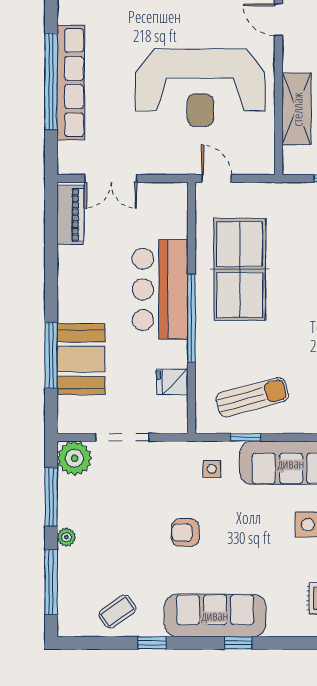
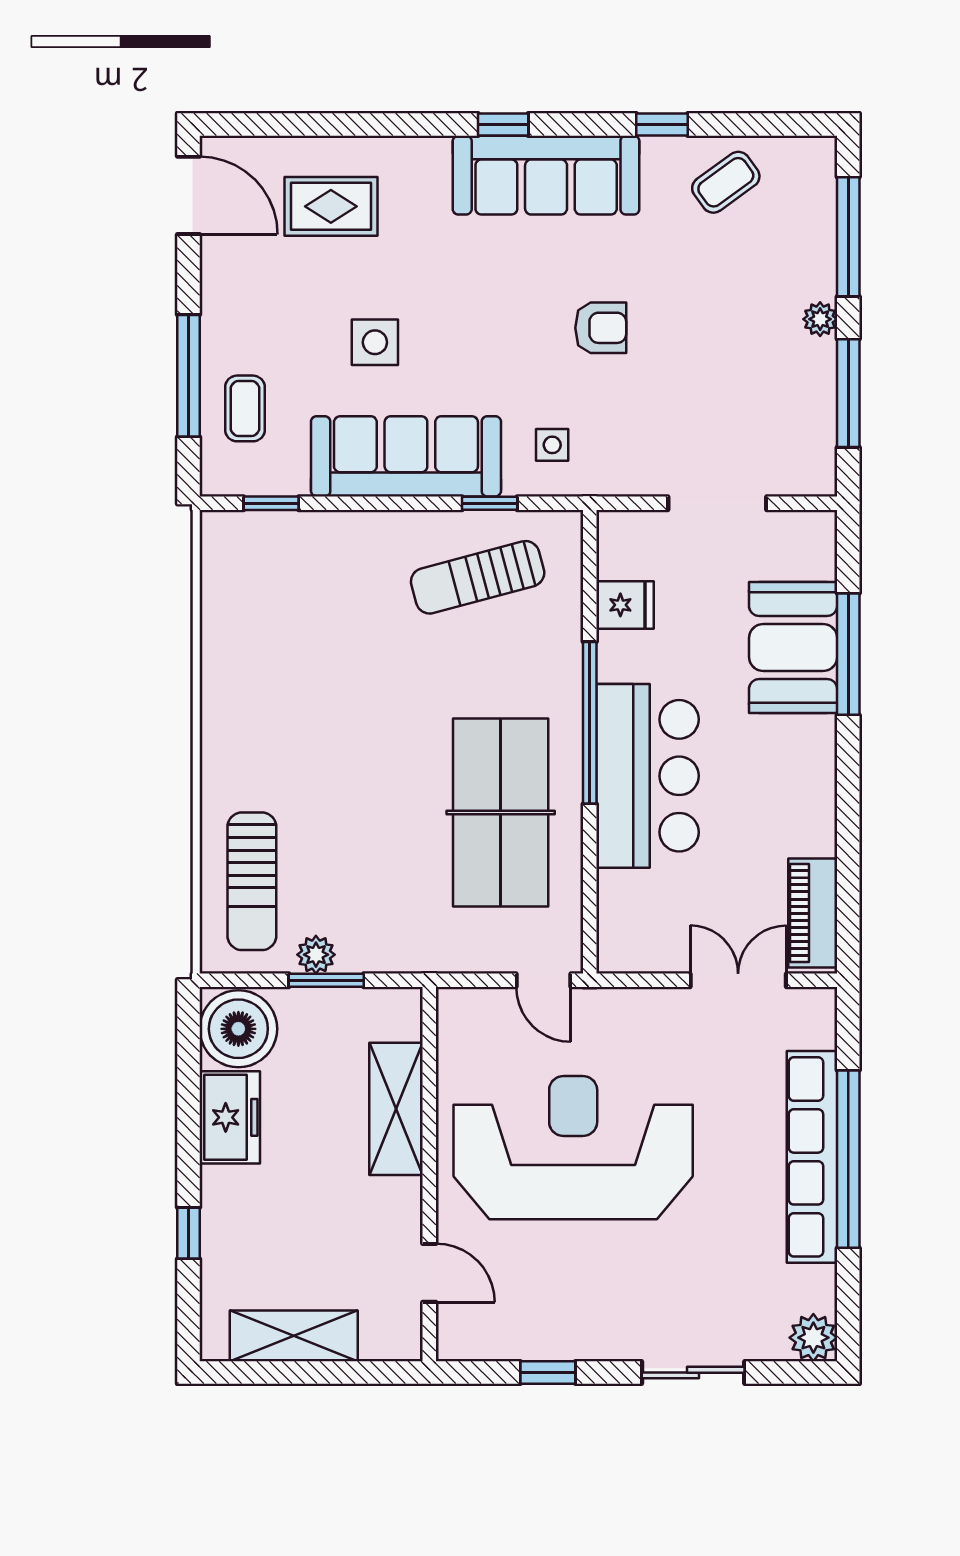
plant: (74, 458) -> (805, 465), removed

